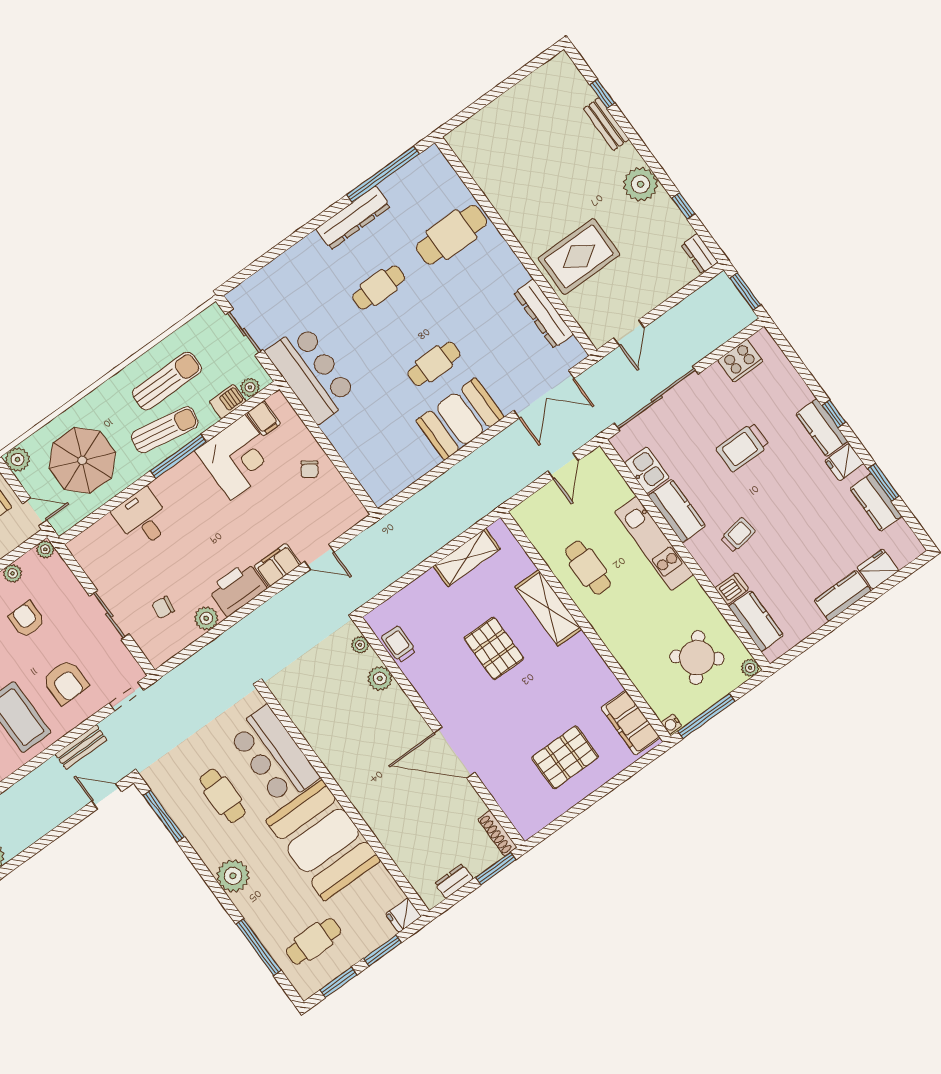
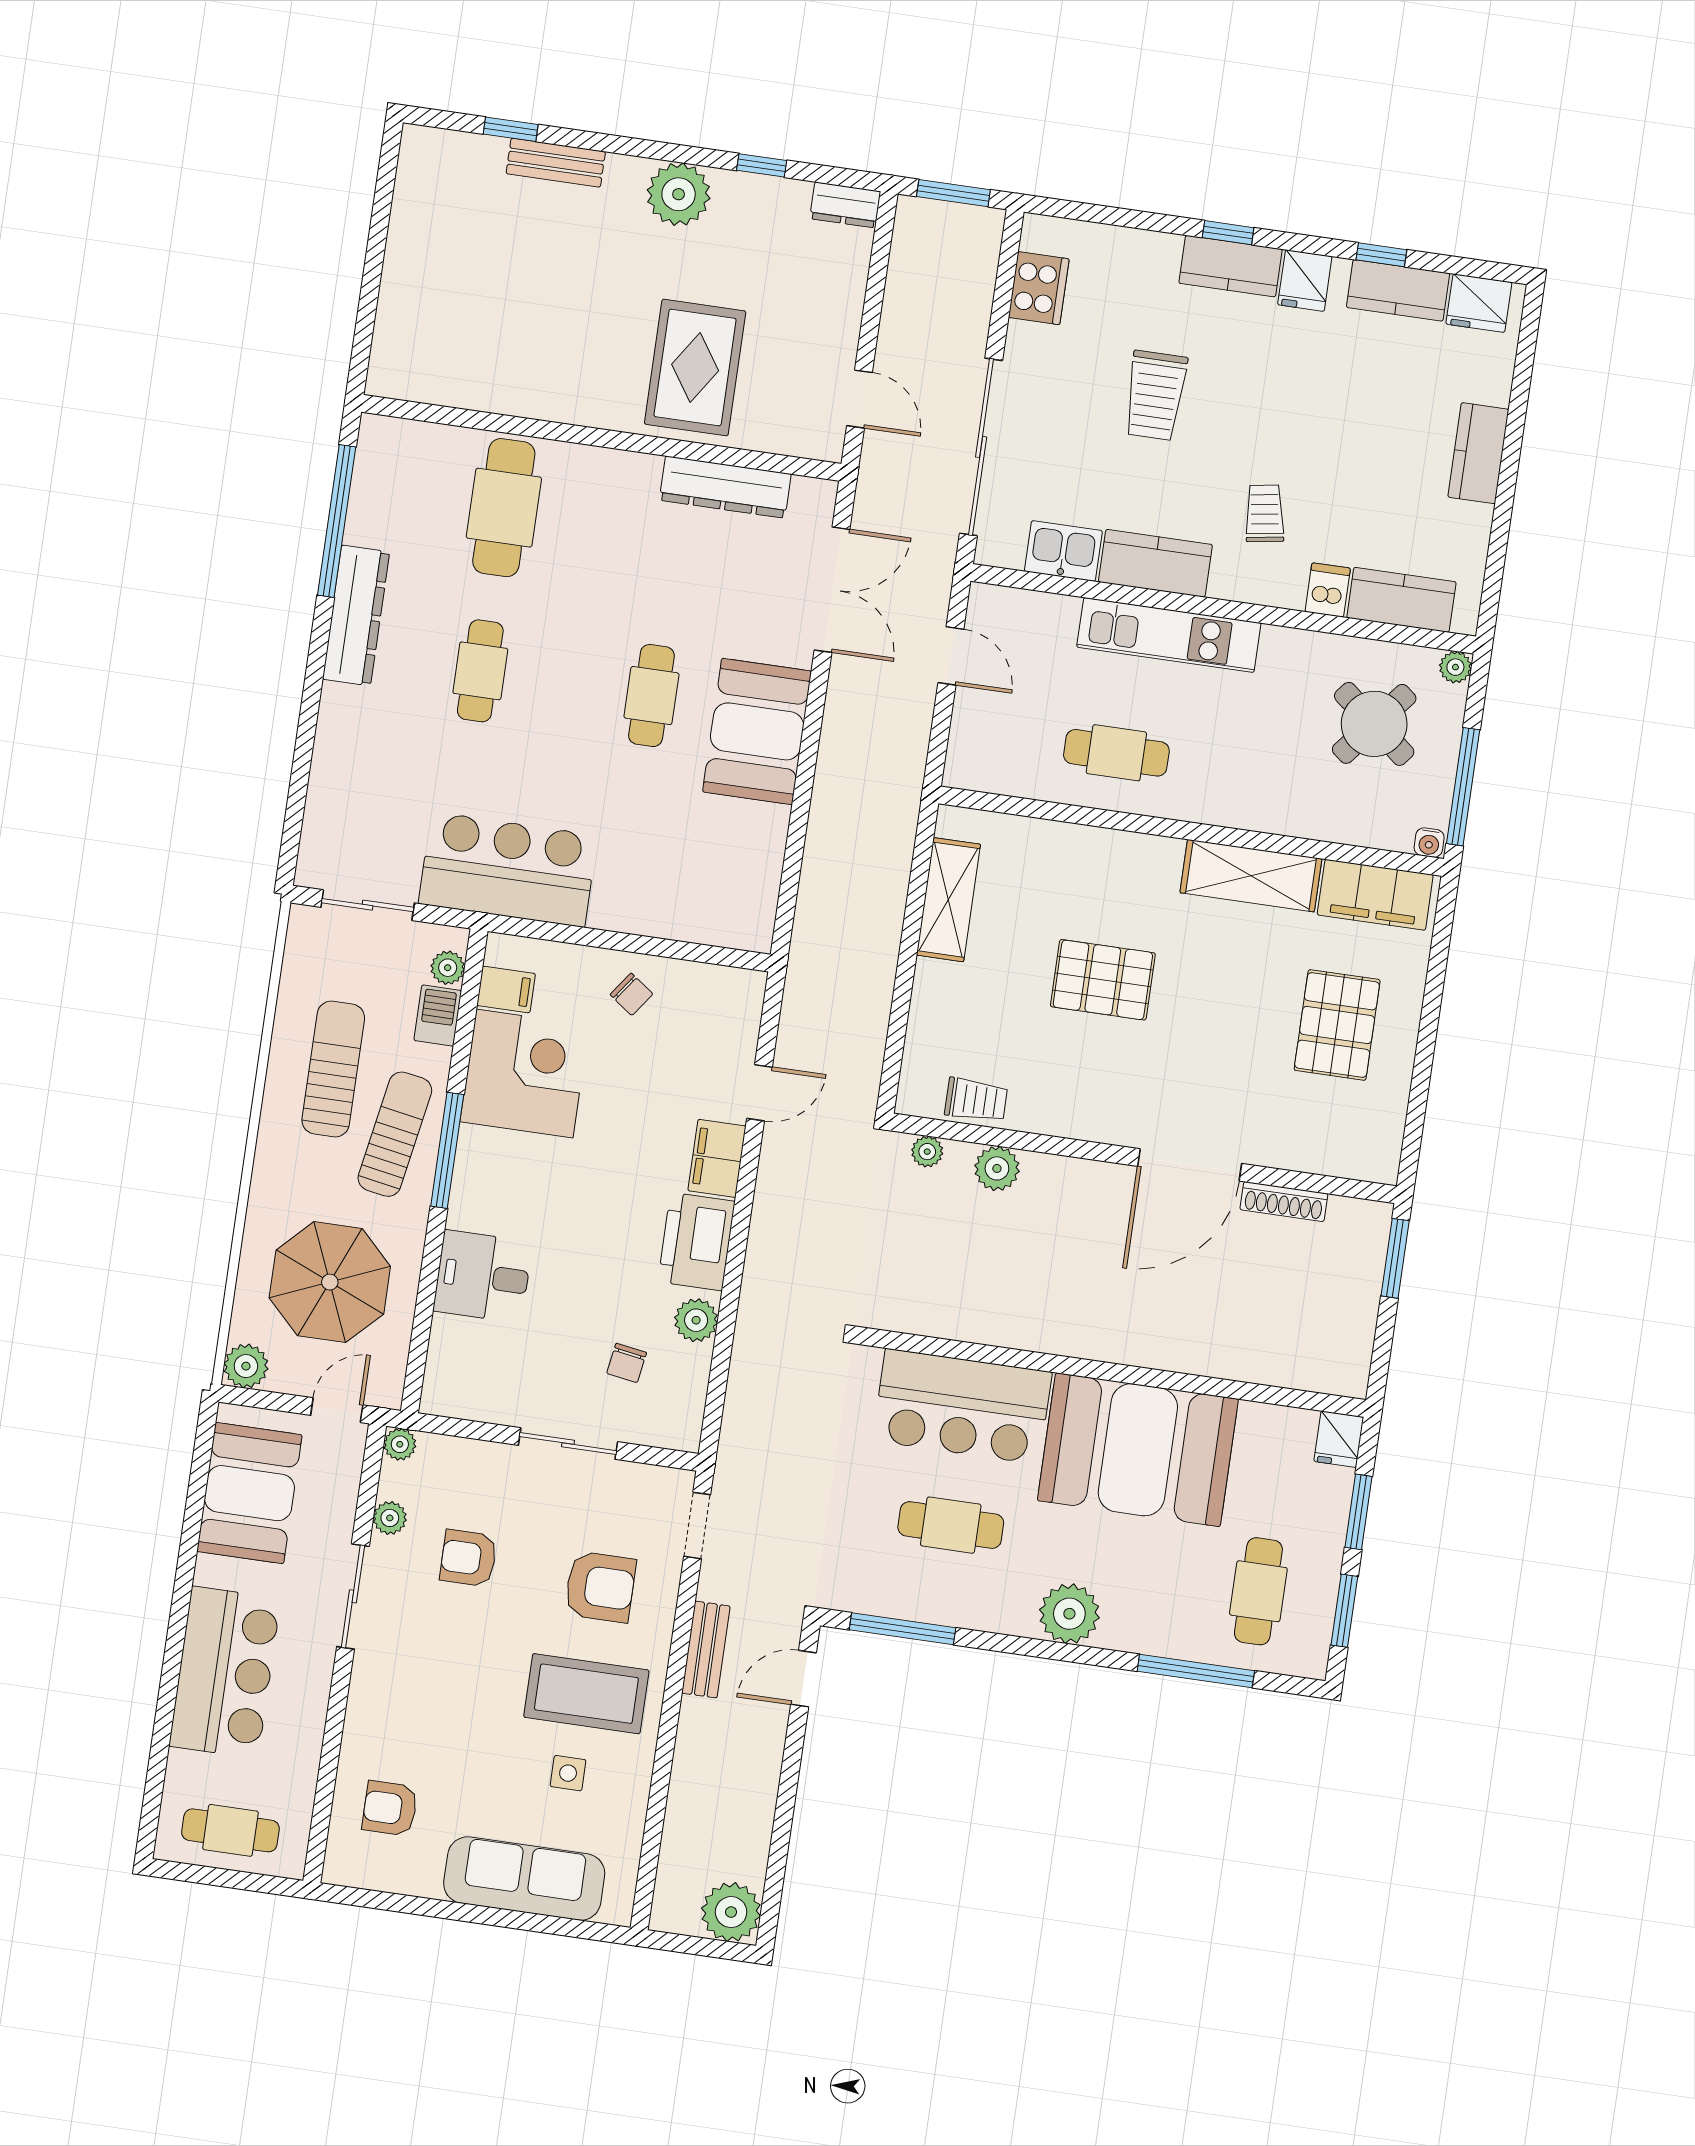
window: (883, 482) -> (1381, 255), width x0.67
fridge: (878, 569) -> (1479, 303), moved, turned -90
shelving: (548, 608) -> (1251, 876), moved
trolley: (399, 644) -> (976, 1100), turned 180
shoe rack: (497, 833) -> (1284, 1202), moved
dresser: (454, 881) -> (1358, 1329), removed

